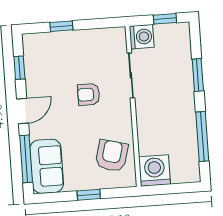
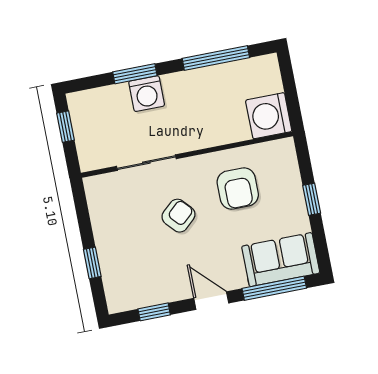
washing machine: (142, 37) -> (147, 94), moved, turned 180
armchair: (89, 94) -> (178, 216), turned -132
armchair: (112, 156) -> (238, 188), moved, turned -105

